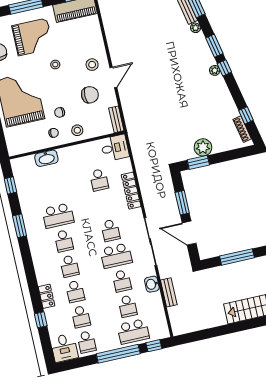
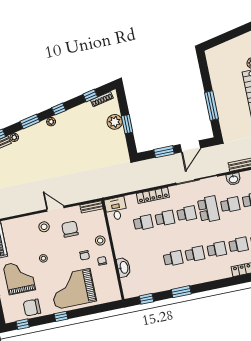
window: (224, 68) -> (59, 109), moved
plant: (203, 147) -> (115, 122), moved
window: (198, 162) -> (127, 124), moved
school desk: (105, 205) -> (165, 218), added
school desk: (58, 216) -> (173, 258), width x0.54

